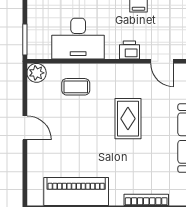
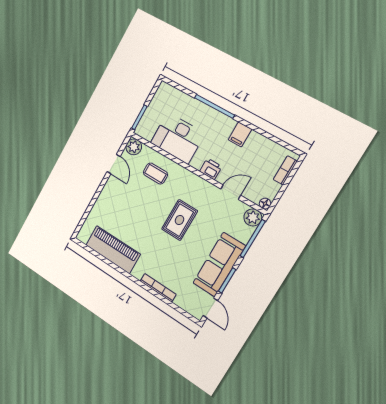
door: (162, 61) -> (231, 192), swing flipped
door: (25, 128) -> (114, 164), moved

